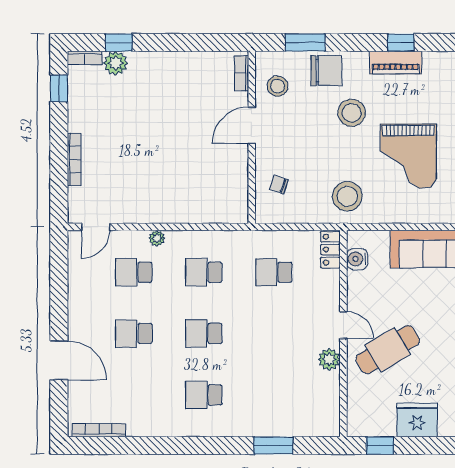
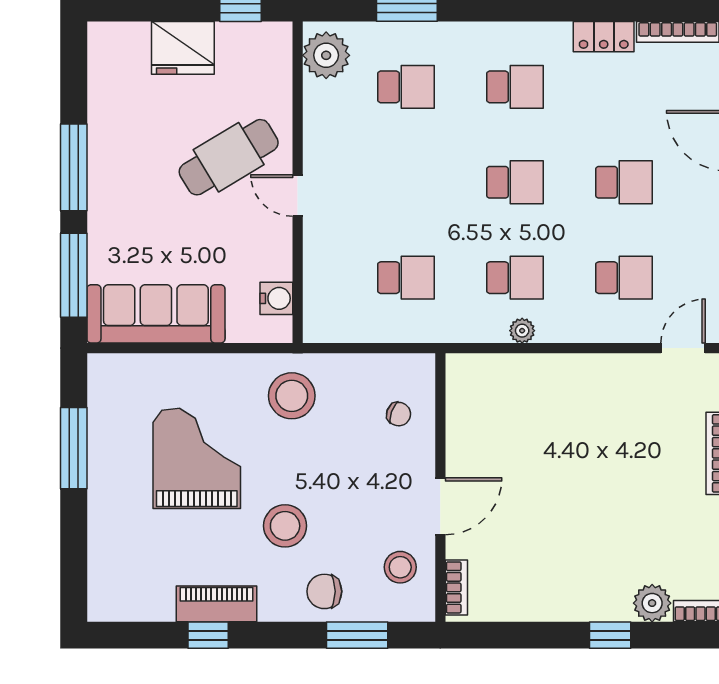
window: (119, 43) -> (610, 635), moved
chair: (326, 71) -> (324, 591), width x0.73, depth x0.73
plant: (157, 238) -> (522, 331), moved
locker: (330, 250) -> (604, 37), moved, turned 90
plant: (329, 359) -> (326, 55), moved, width x1.36, depth x1.36
school desk: (274, 395) -> (406, 87), added

